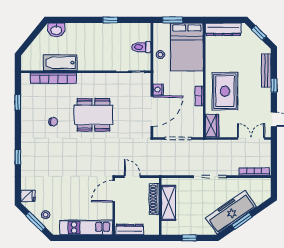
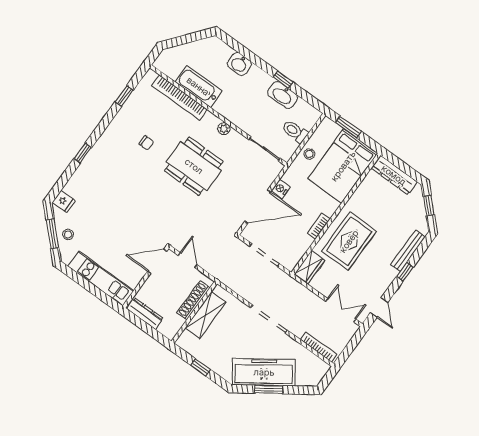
washbasin: (56, 30) -> (239, 64), moved
washbasin: (117, 30) -> (283, 95), added
plant: (95, 78) -> (224, 129), added

